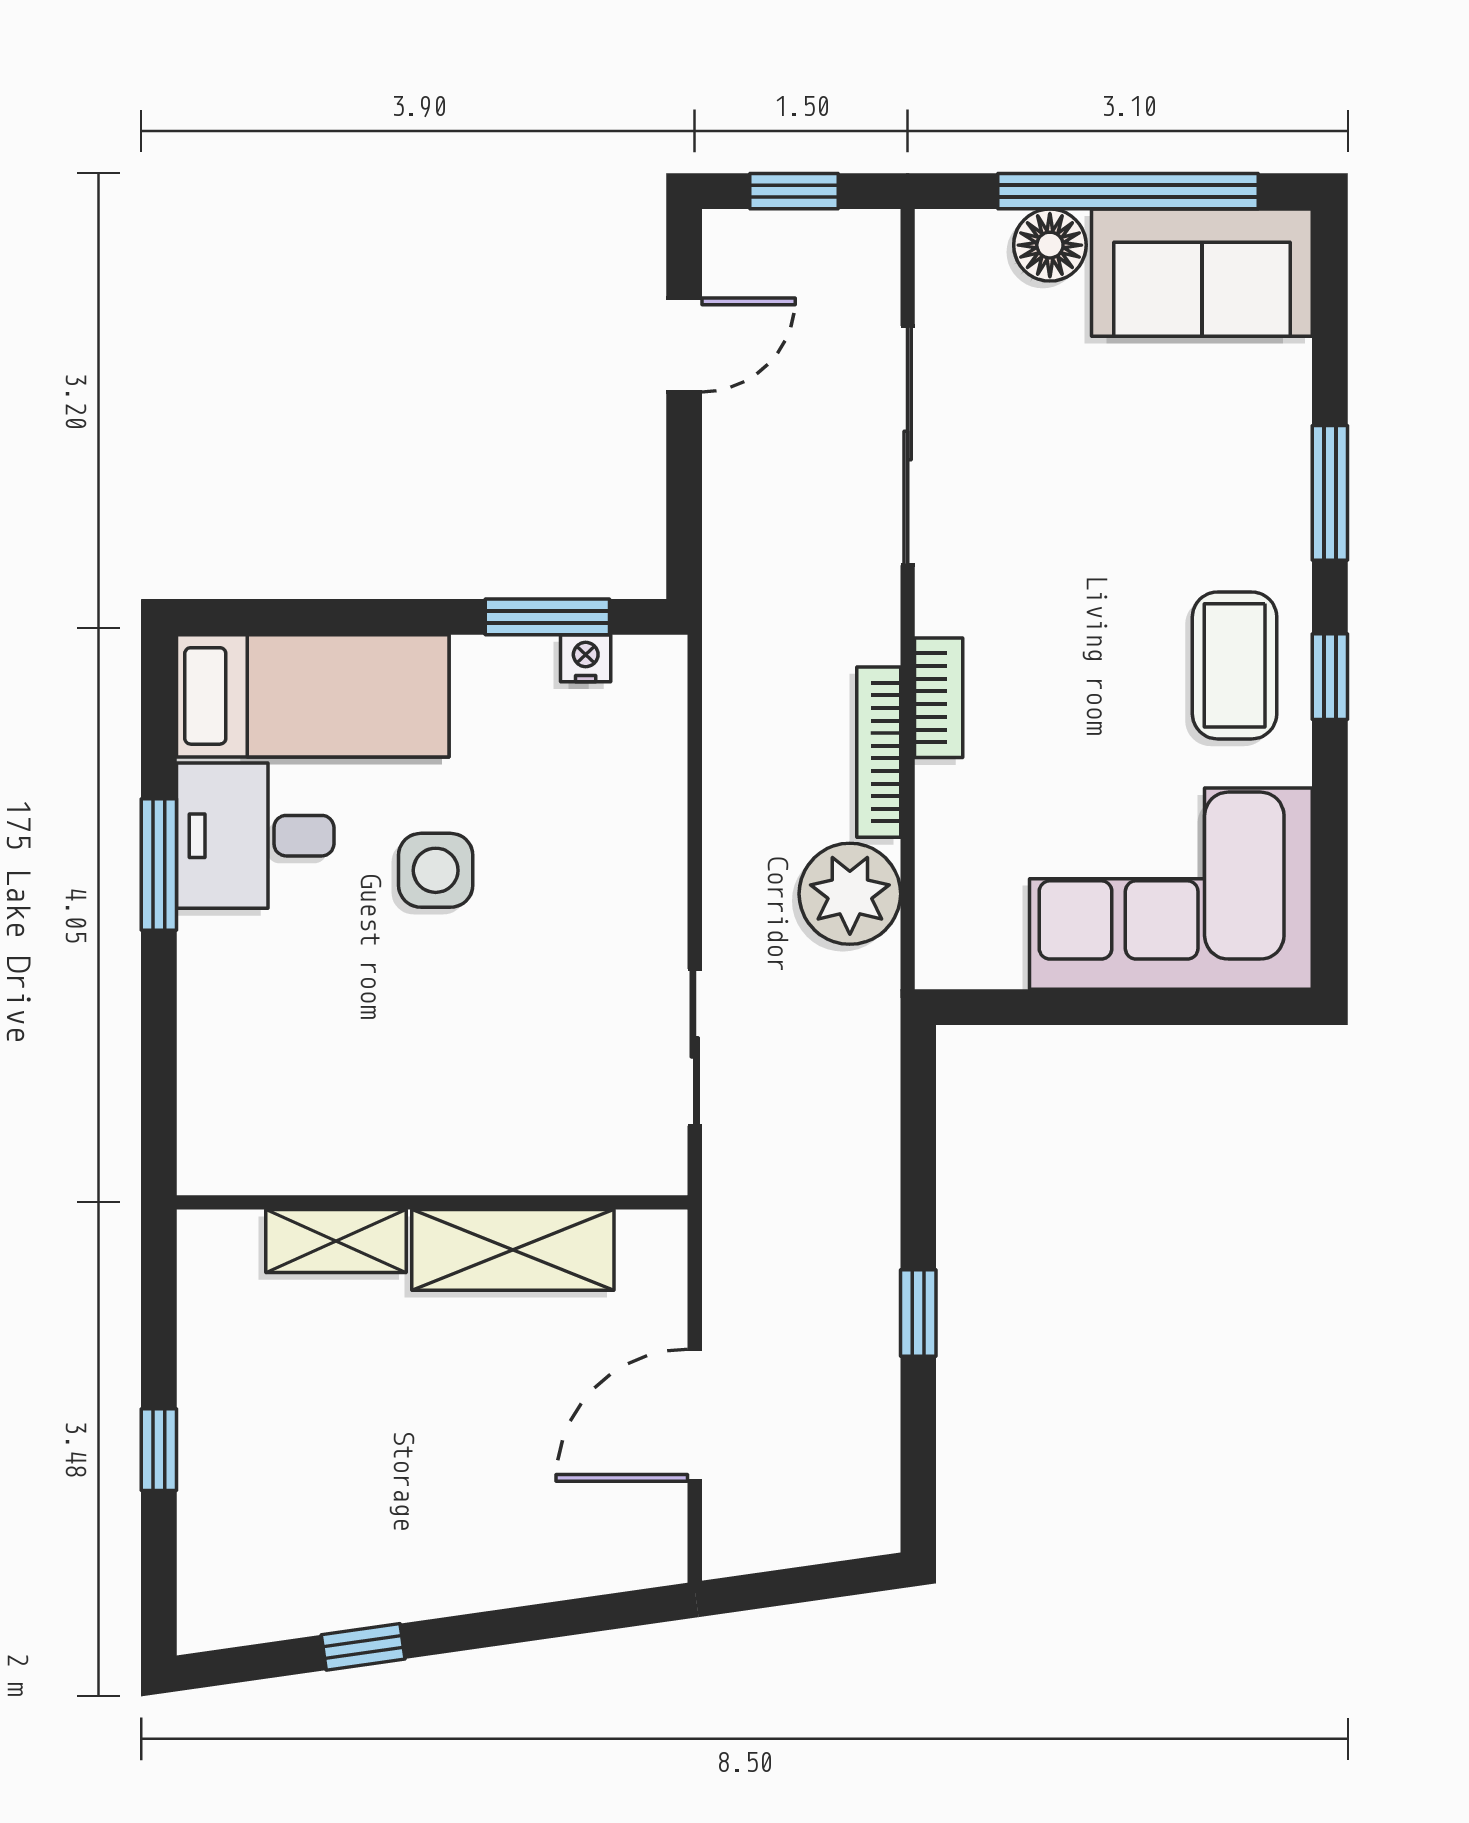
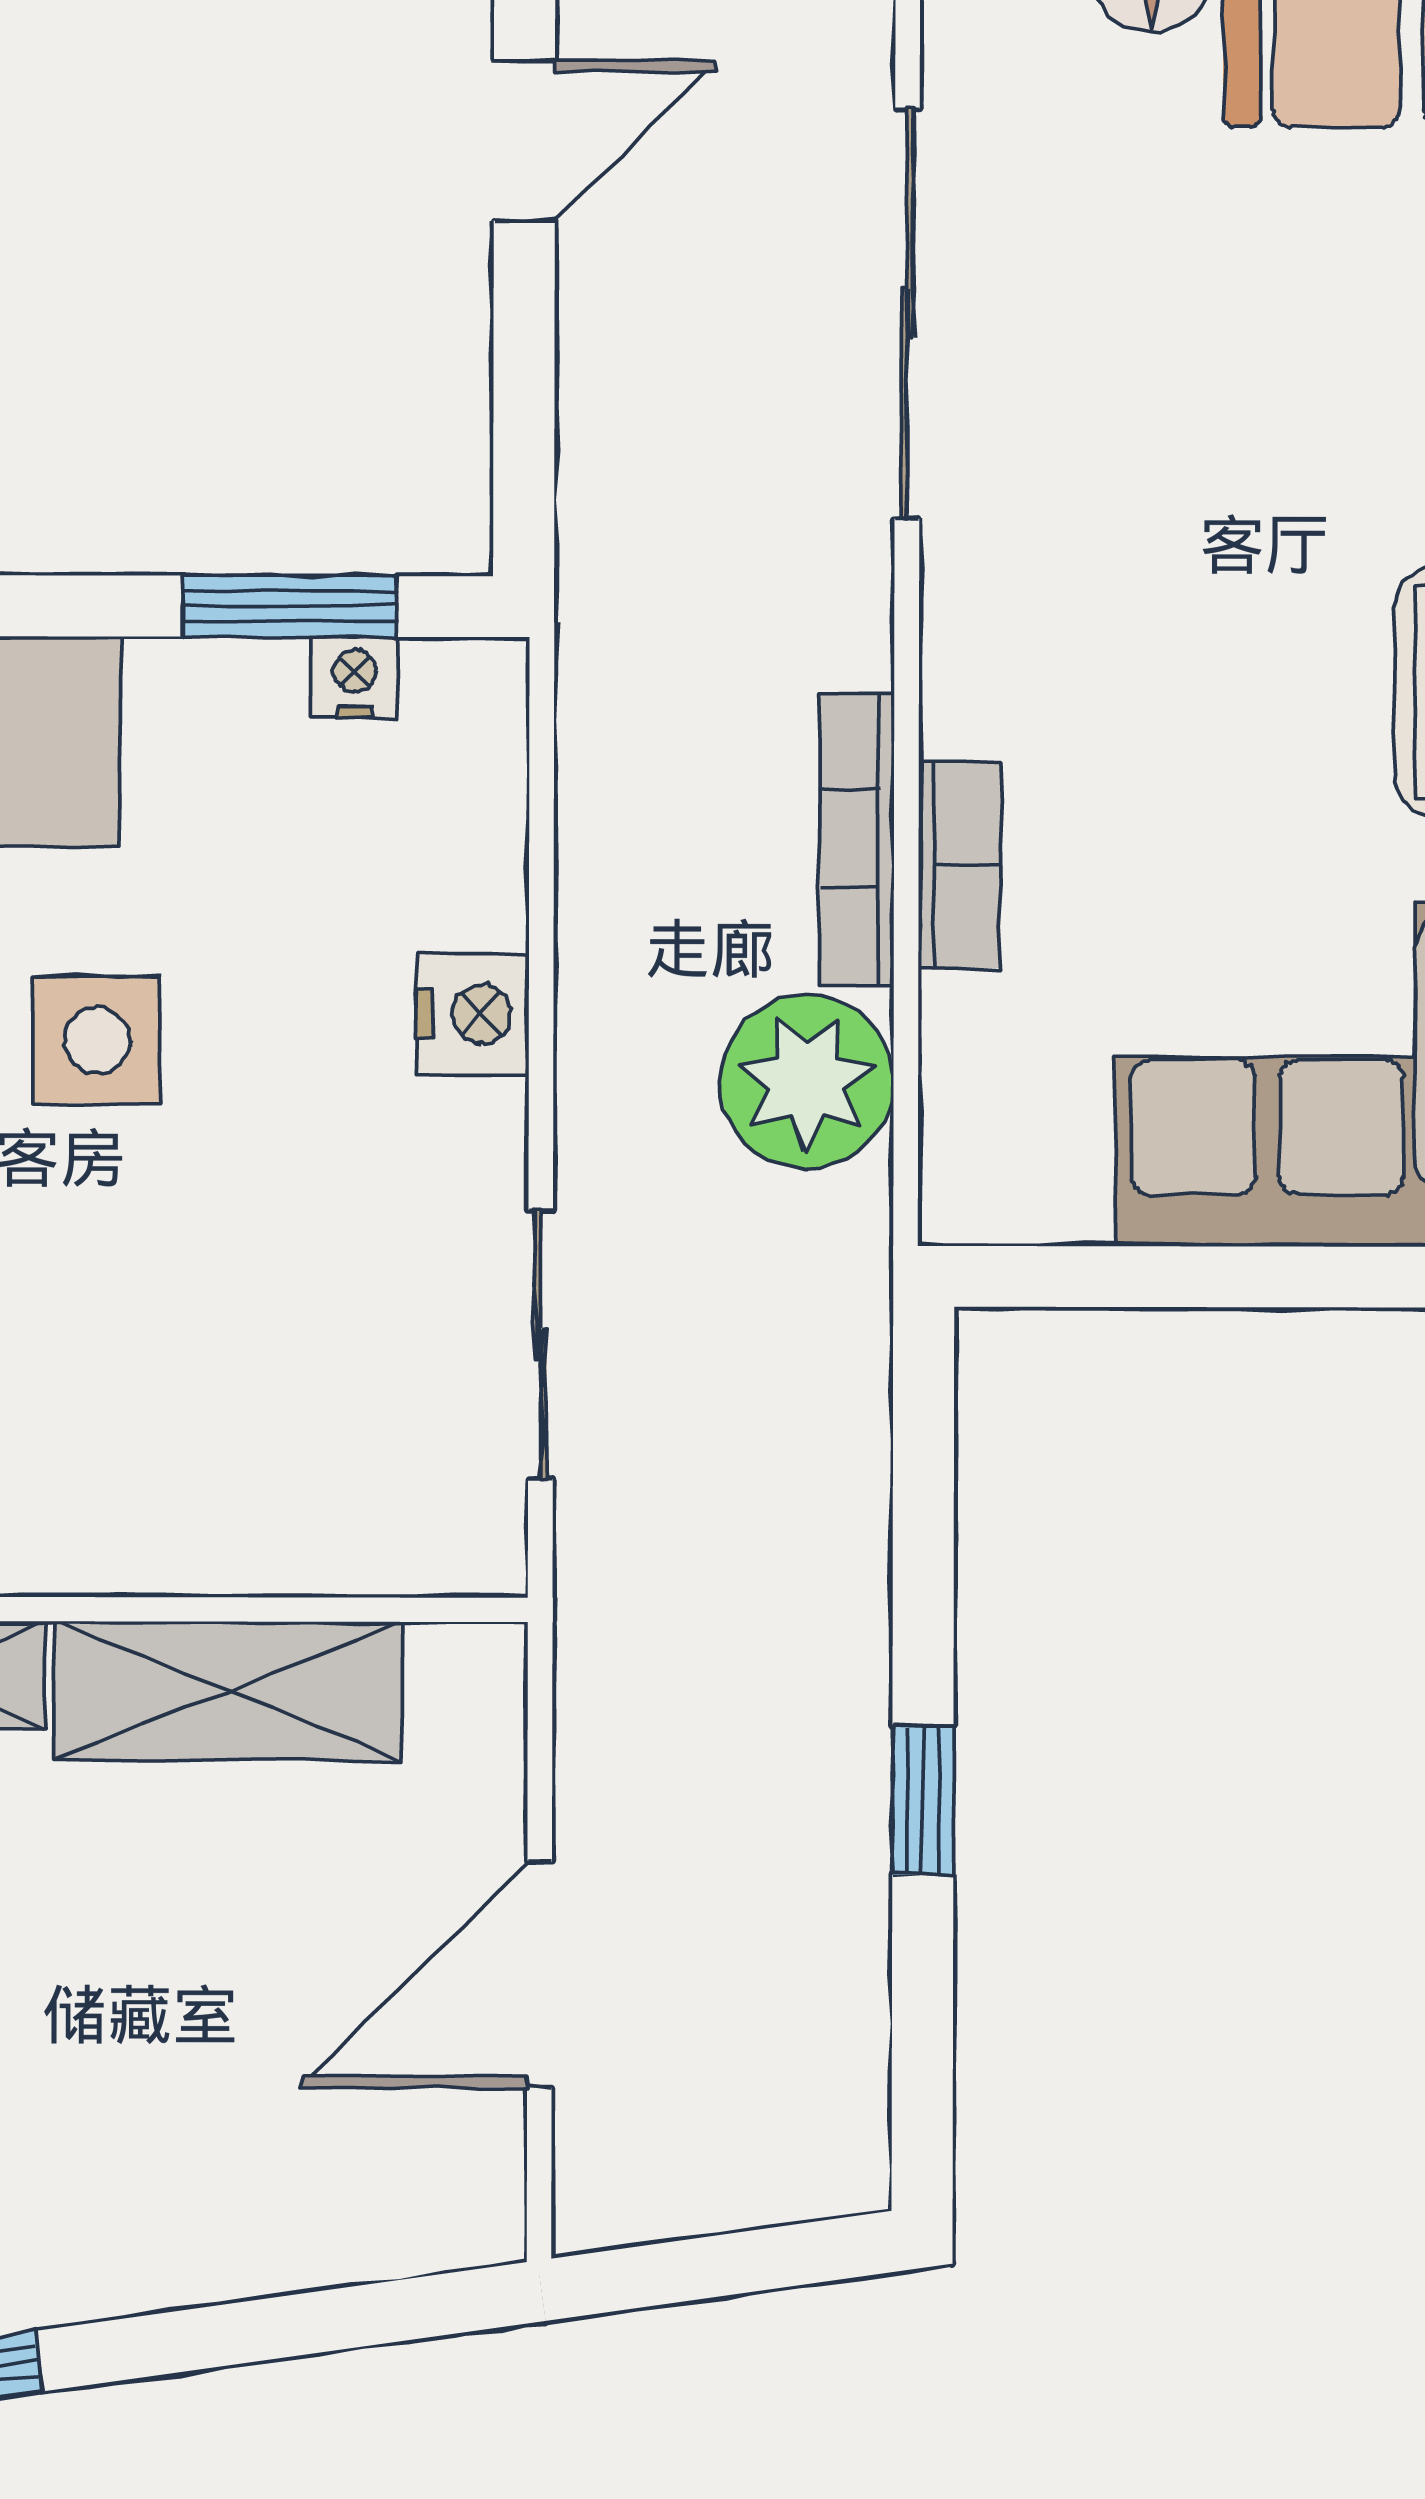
bookcase: (939, 698) -> (960, 865), moved
nightstand: (655, 855) -> (473, 1014), added

